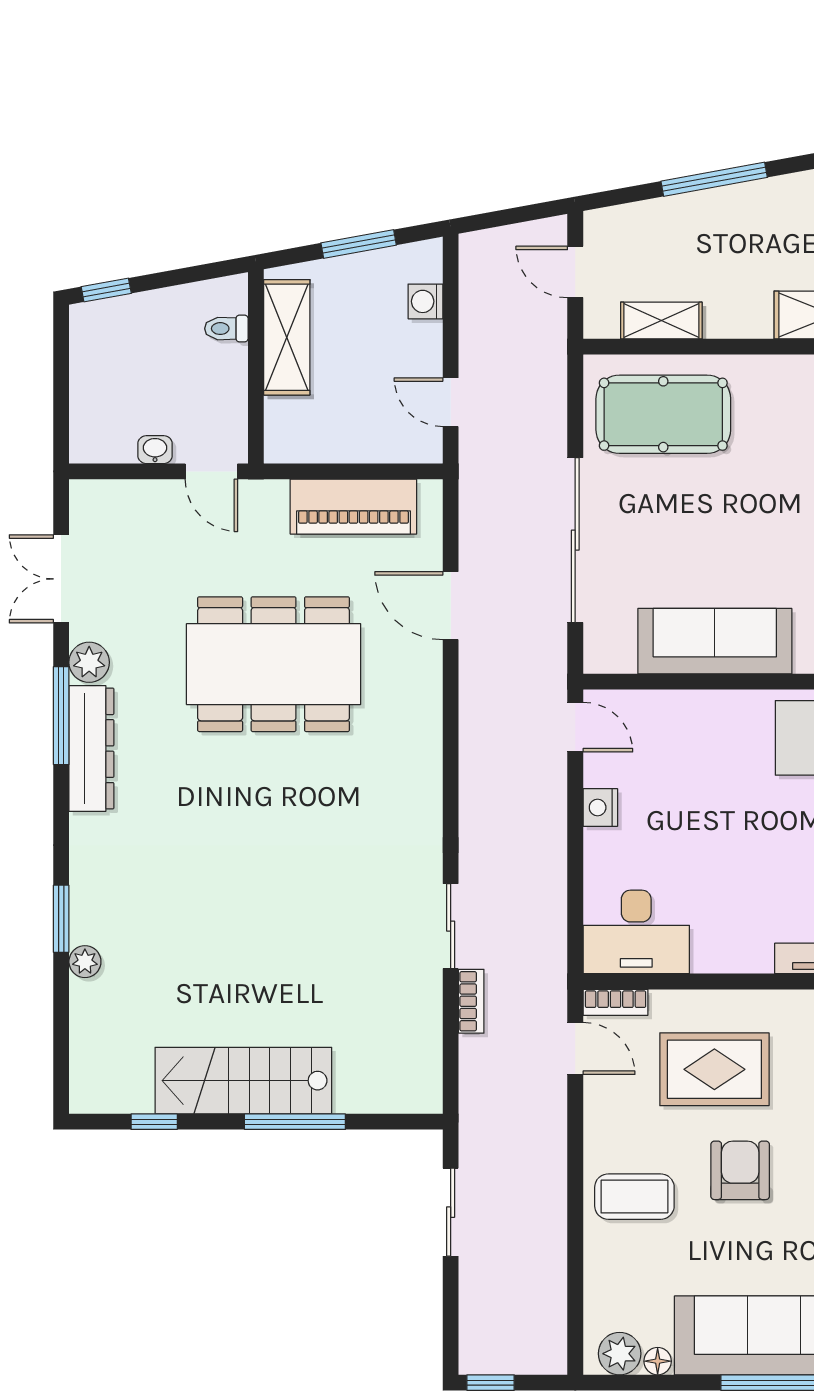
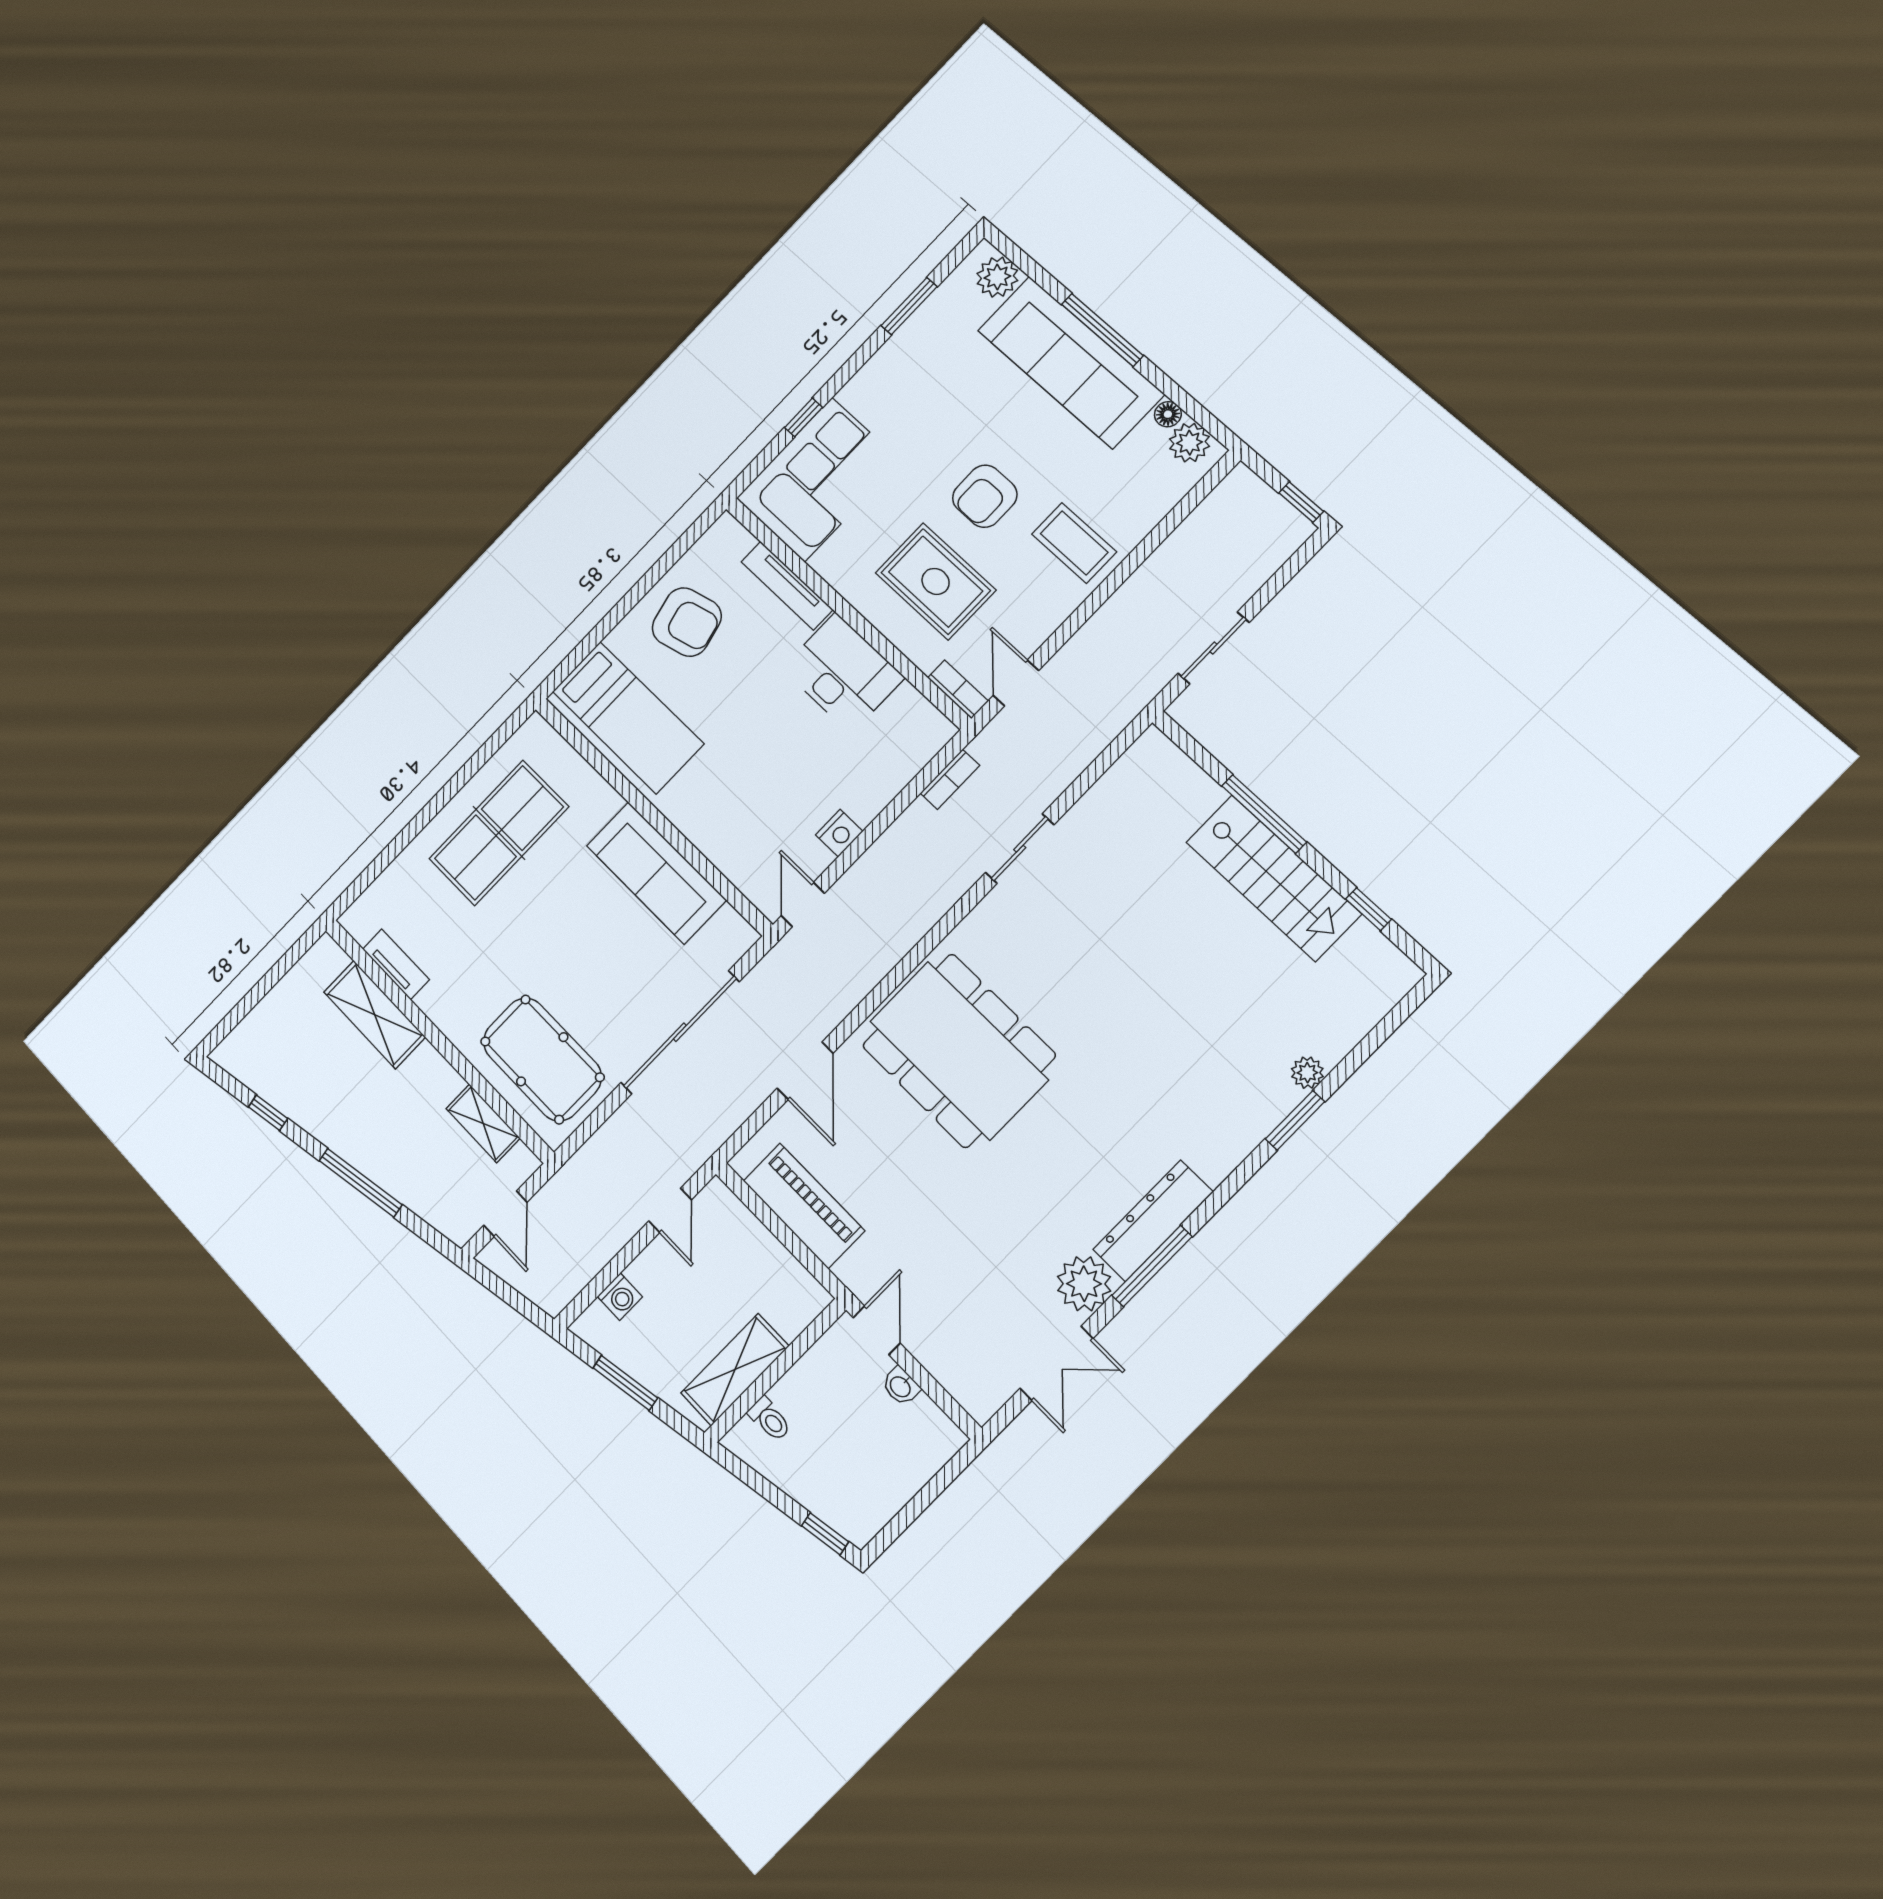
plant: (89, 662) -> (1084, 1284), width x1.36, depth x1.36
dining table: (274, 664) -> (959, 1050), moved
desk: (636, 932) -> (843, 673), moved
bookcase: (471, 1001) -> (950, 779), moved, turned 180

